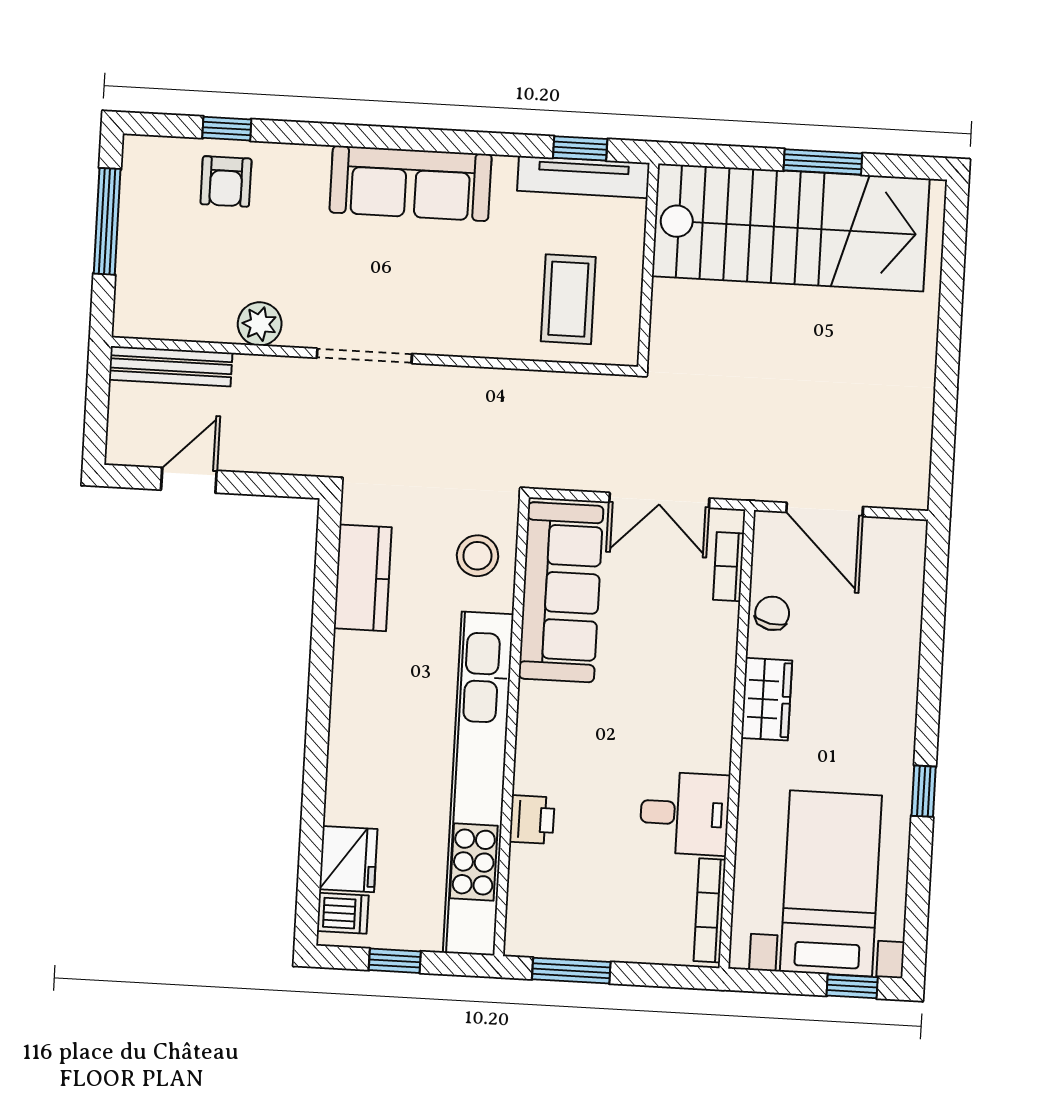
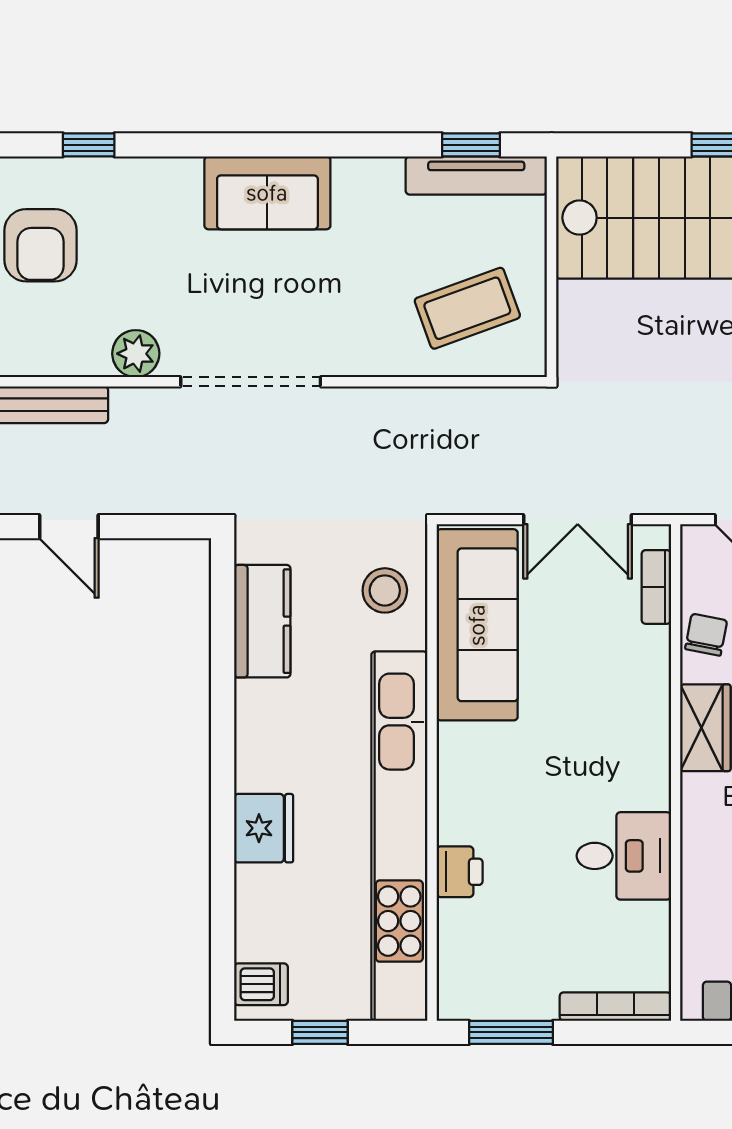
armchair: (226, 181) -> (40, 245), moved, width x1.38, depth x1.38
sofa: (411, 183) -> (267, 193), width x0.73
coffee table: (568, 299) -> (467, 308), turned 70
doorway: (364, 356) -> (251, 382), width x1.36
door: (189, 480) -> (69, 527), swing flipped
fridge: (348, 859) -> (264, 828), moved
bookcase: (710, 910) -> (615, 1007), moved, turned 90

